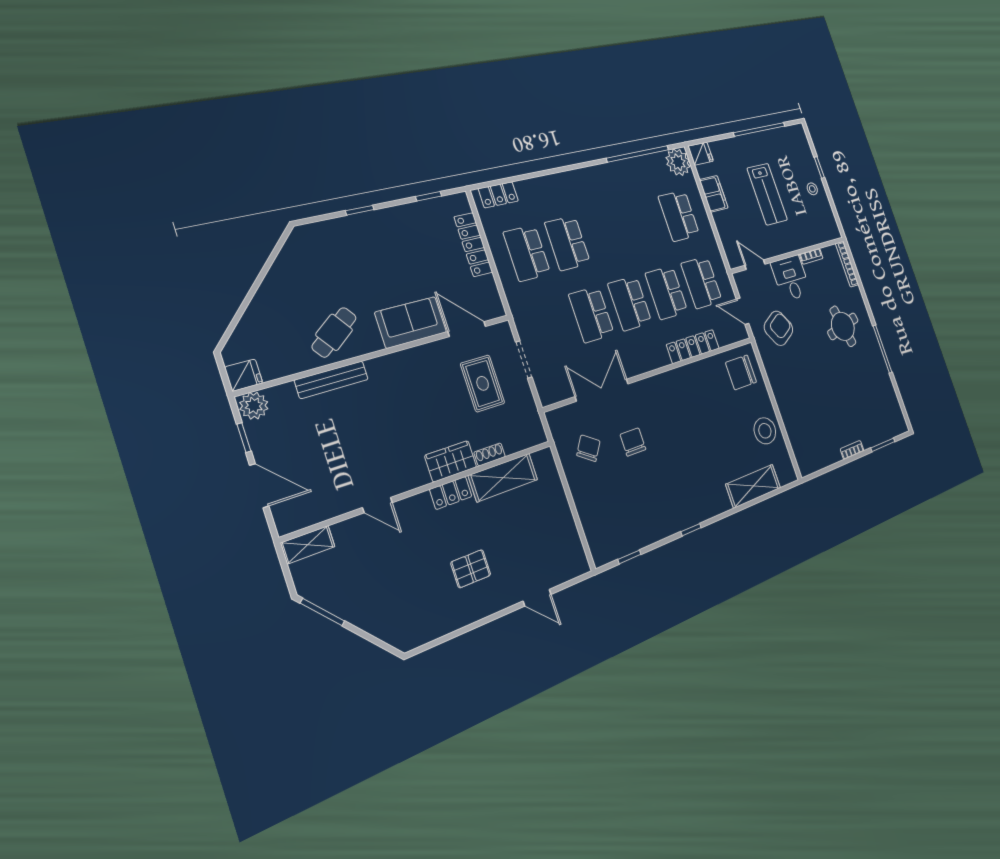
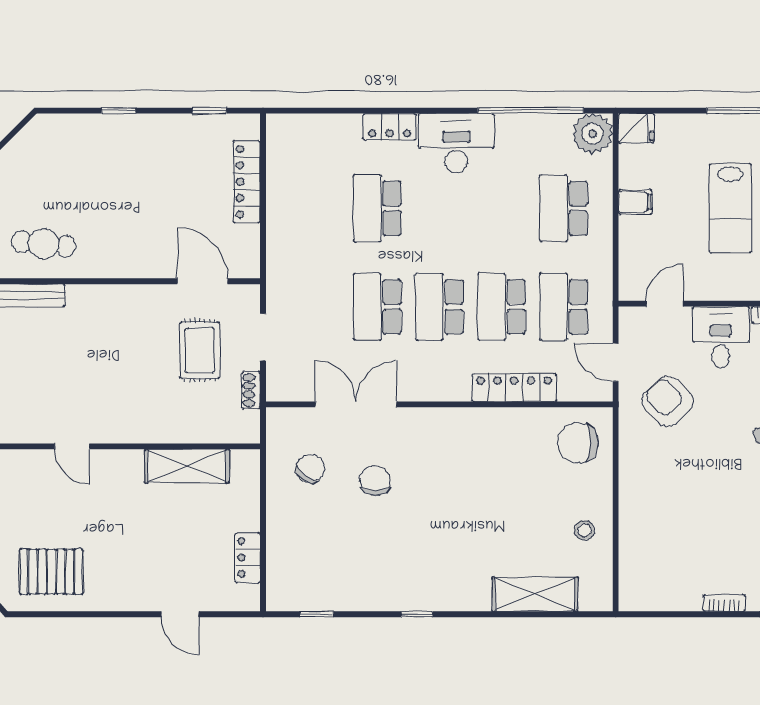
desk: (601, 186) -> (456, 143), added
filing cabinet: (714, 194) -> (635, 202), width x0.50
locker: (498, 195) -> (390, 127), moved
school desk: (527, 253) -> (315, 208), removed
door: (755, 265) -> (665, 304), hinge flipped
sofa: (411, 322) -> (136, 256), removed
armchair: (779, 328) -> (668, 401), turned -104
cafe table: (334, 332) -> (44, 244), turned 42
stool: (765, 431) -> (584, 530), width x0.53, depth x0.53
shoe rack: (490, 454) -> (251, 390), moved, turned -90
wardrobe: (451, 461) -> (130, 427), removed
locker: (451, 493) -> (248, 558), moved, turned 90
door: (377, 505) -> (72, 446), moved
pallet: (471, 569) -> (51, 572), moved, width x1.50, depth x1.42

